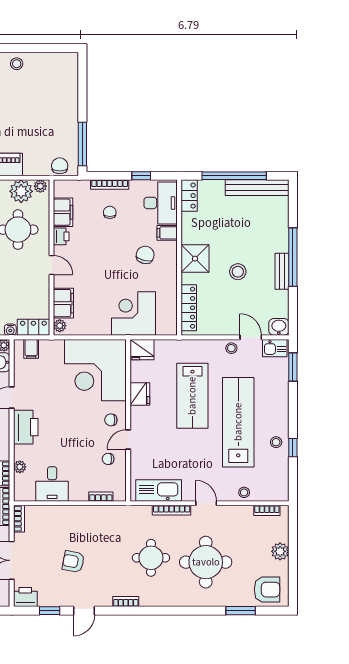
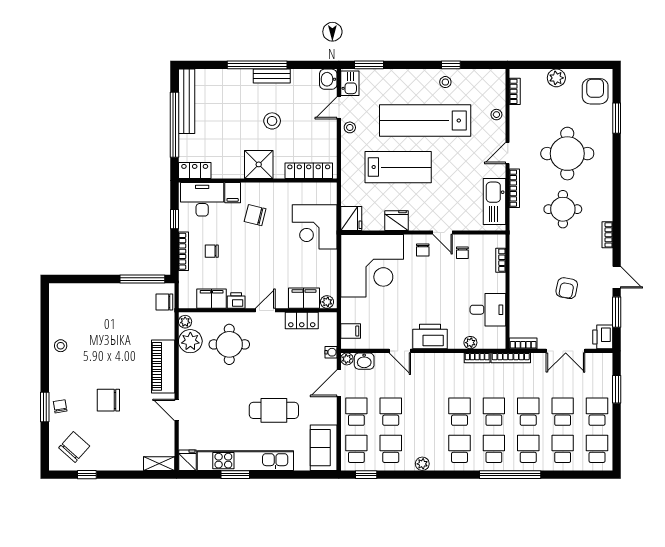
locker: (33, 327) -> (302, 321), moved, turned -90
window: (50, 611) -> (617, 312), width x1.50

